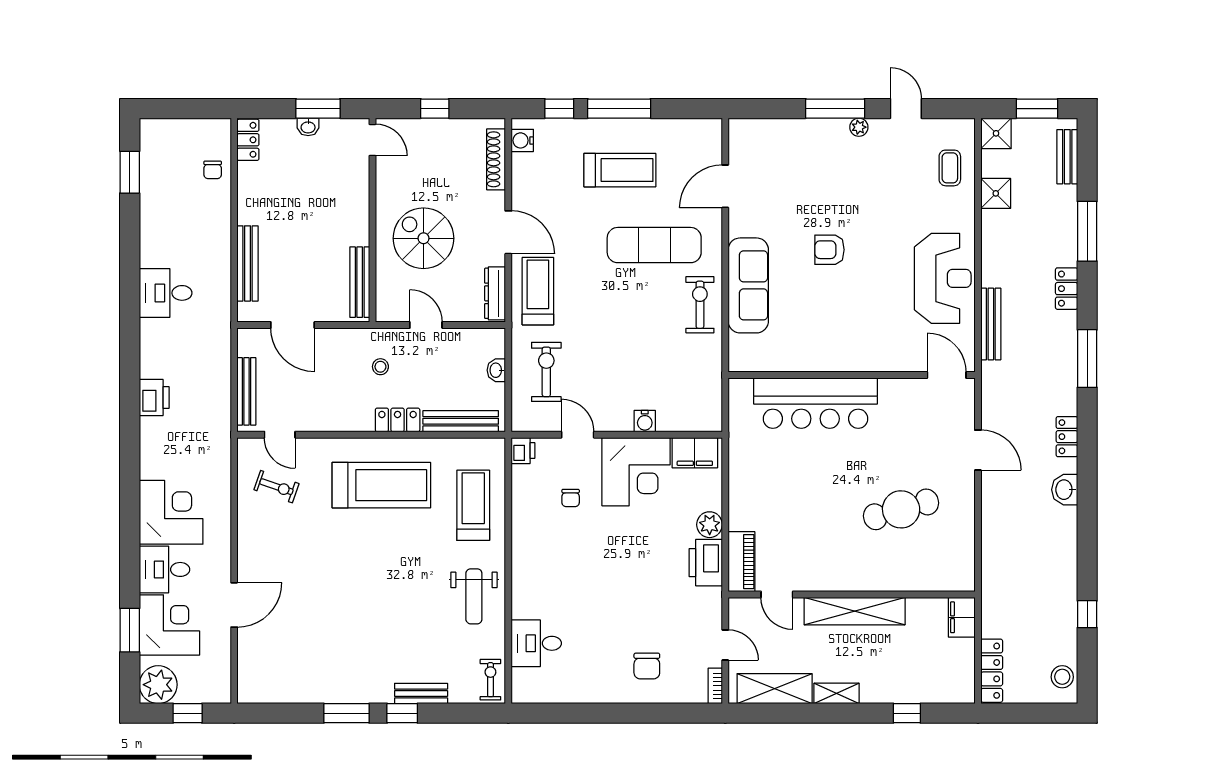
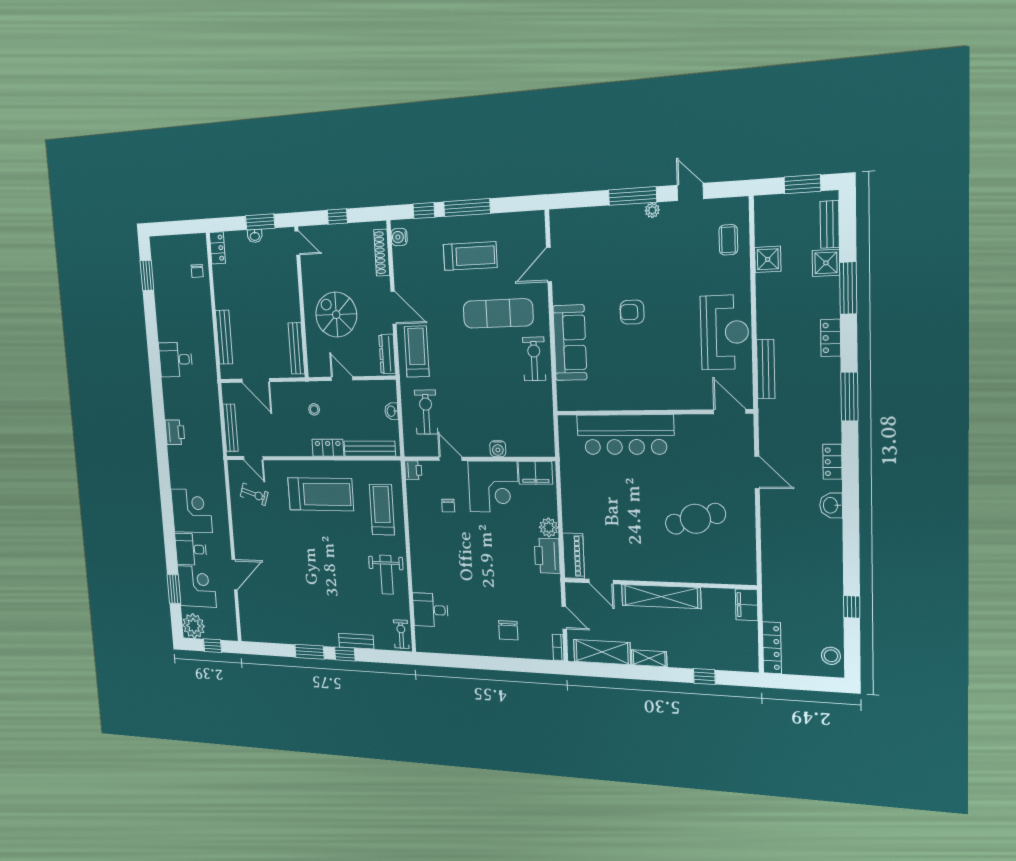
shower: (996, 133) -> (826, 263), moved

